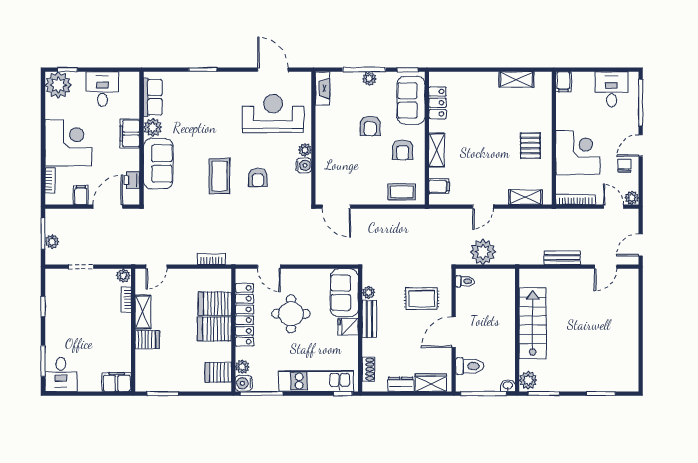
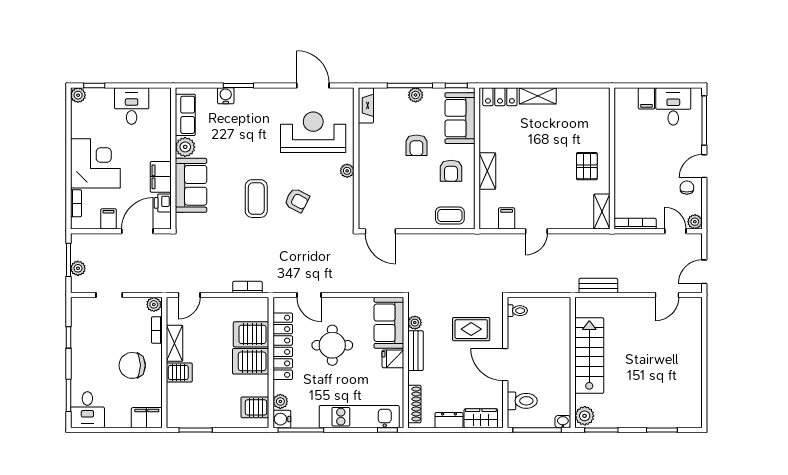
shelving: (517, 79) -> (538, 96), moved
filing cabinet: (563, 82) -> (646, 98), moved
plant: (58, 85) -> (78, 95), width x0.53, depth x0.53
locker: (438, 103) -> (500, 97), moved, turned 90
filing cabinet: (130, 134) -> (161, 177), moved
corner desk: (578, 153) -> (637, 174), removed
water cooler: (304, 165) -> (226, 96), moved, turned -90
armchair: (258, 178) -> (297, 200), turned -62
filing cabinet: (439, 186) -> (507, 218), moved, turned -90
shelving: (525, 197) -> (602, 211), moved, turned 90
plant: (483, 252) -> (537, 279), removed
bench: (562, 258) -> (598, 286), moved
door: (454, 332) -> (505, 365), hinge flipped
chair: (103, 333) -> (132, 365), added
shoe rack: (368, 369) -> (414, 404), width x1.43

